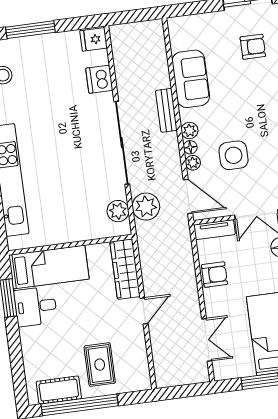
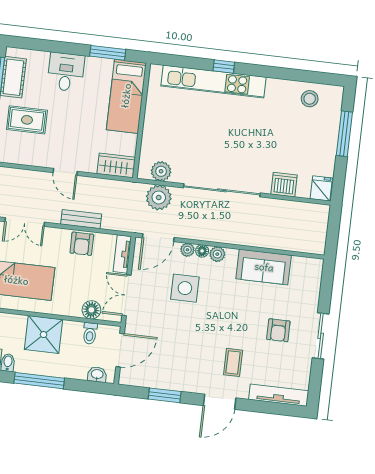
bench: (166, 110) -> (81, 219), moved
wardrobe: (125, 269) -> (116, 165), width x0.67
desk: (36, 306) -> (66, 72), moved

